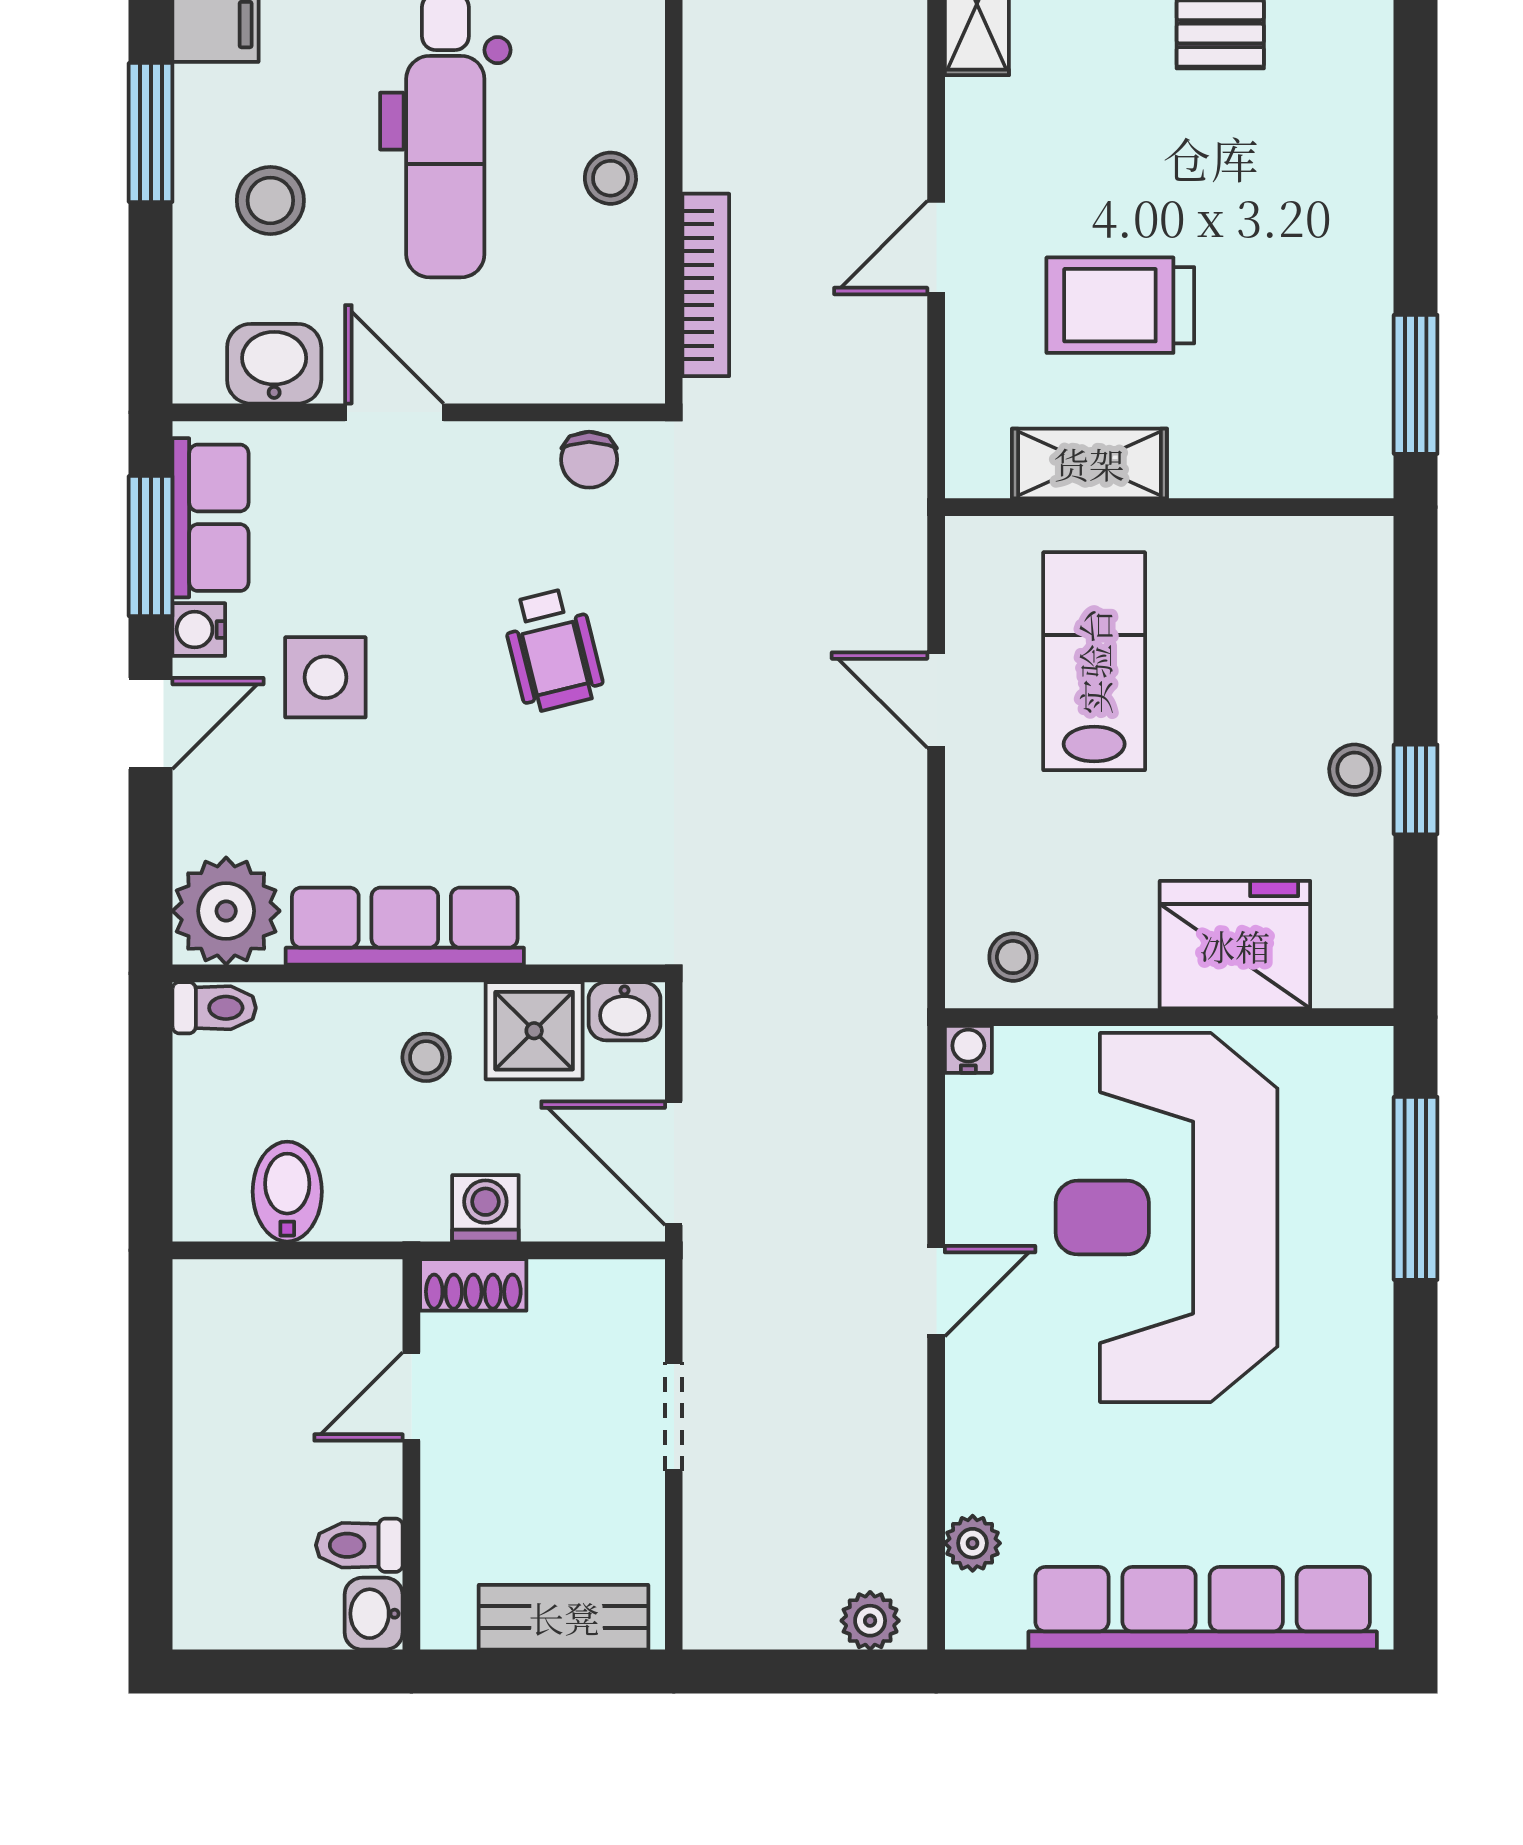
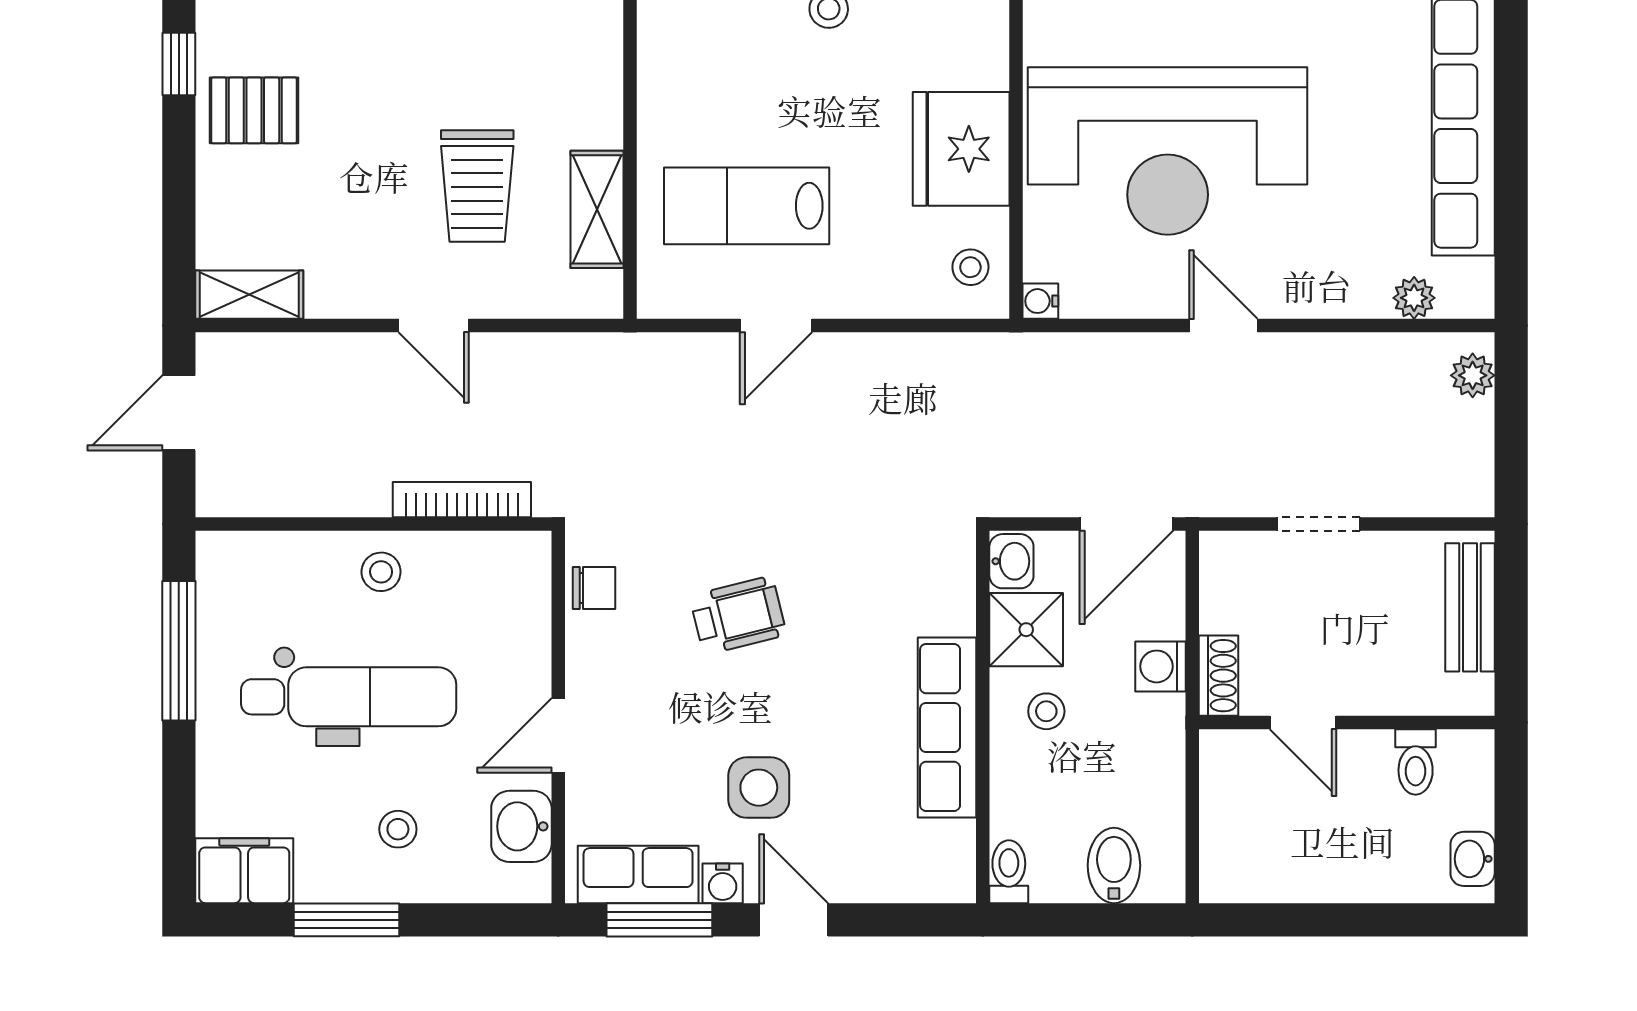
stool: (270, 200) -> (398, 829), width x0.73, depth x0.73
plant: (226, 911) -> (936, 863), removed
fridge: (1235, 945) -> (961, 149), moved
bidet: (287, 1192) -> (1114, 865), moved, turned 90
washbasin: (374, 1614) -> (1473, 859), moved, turned 90

